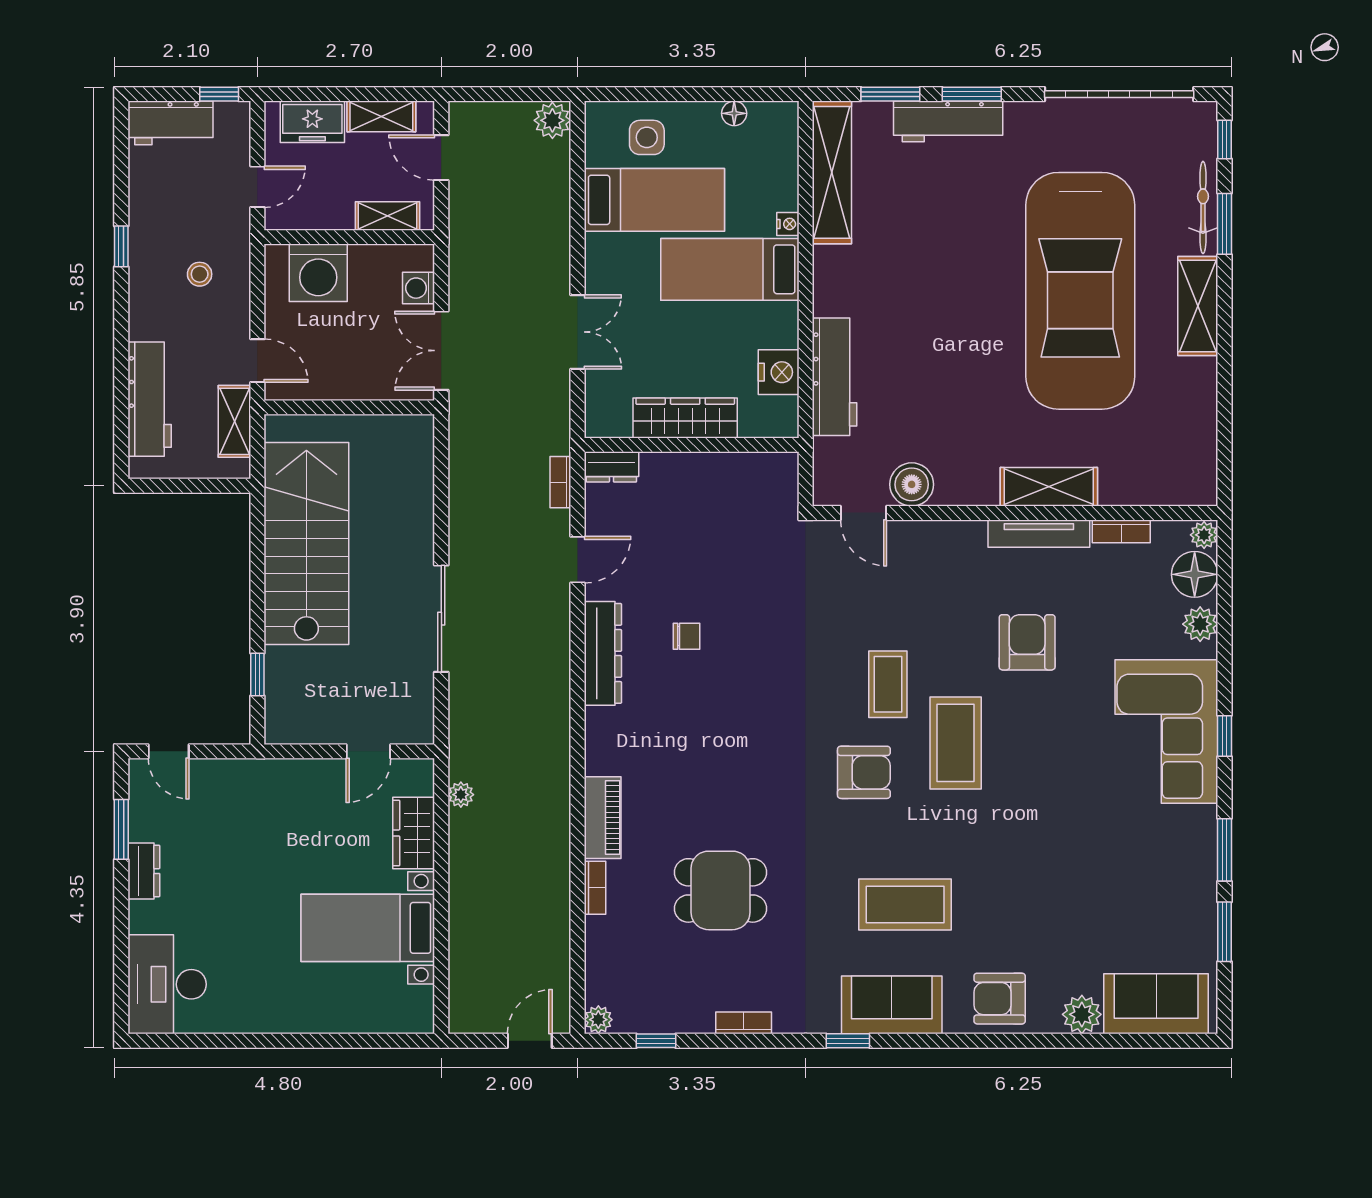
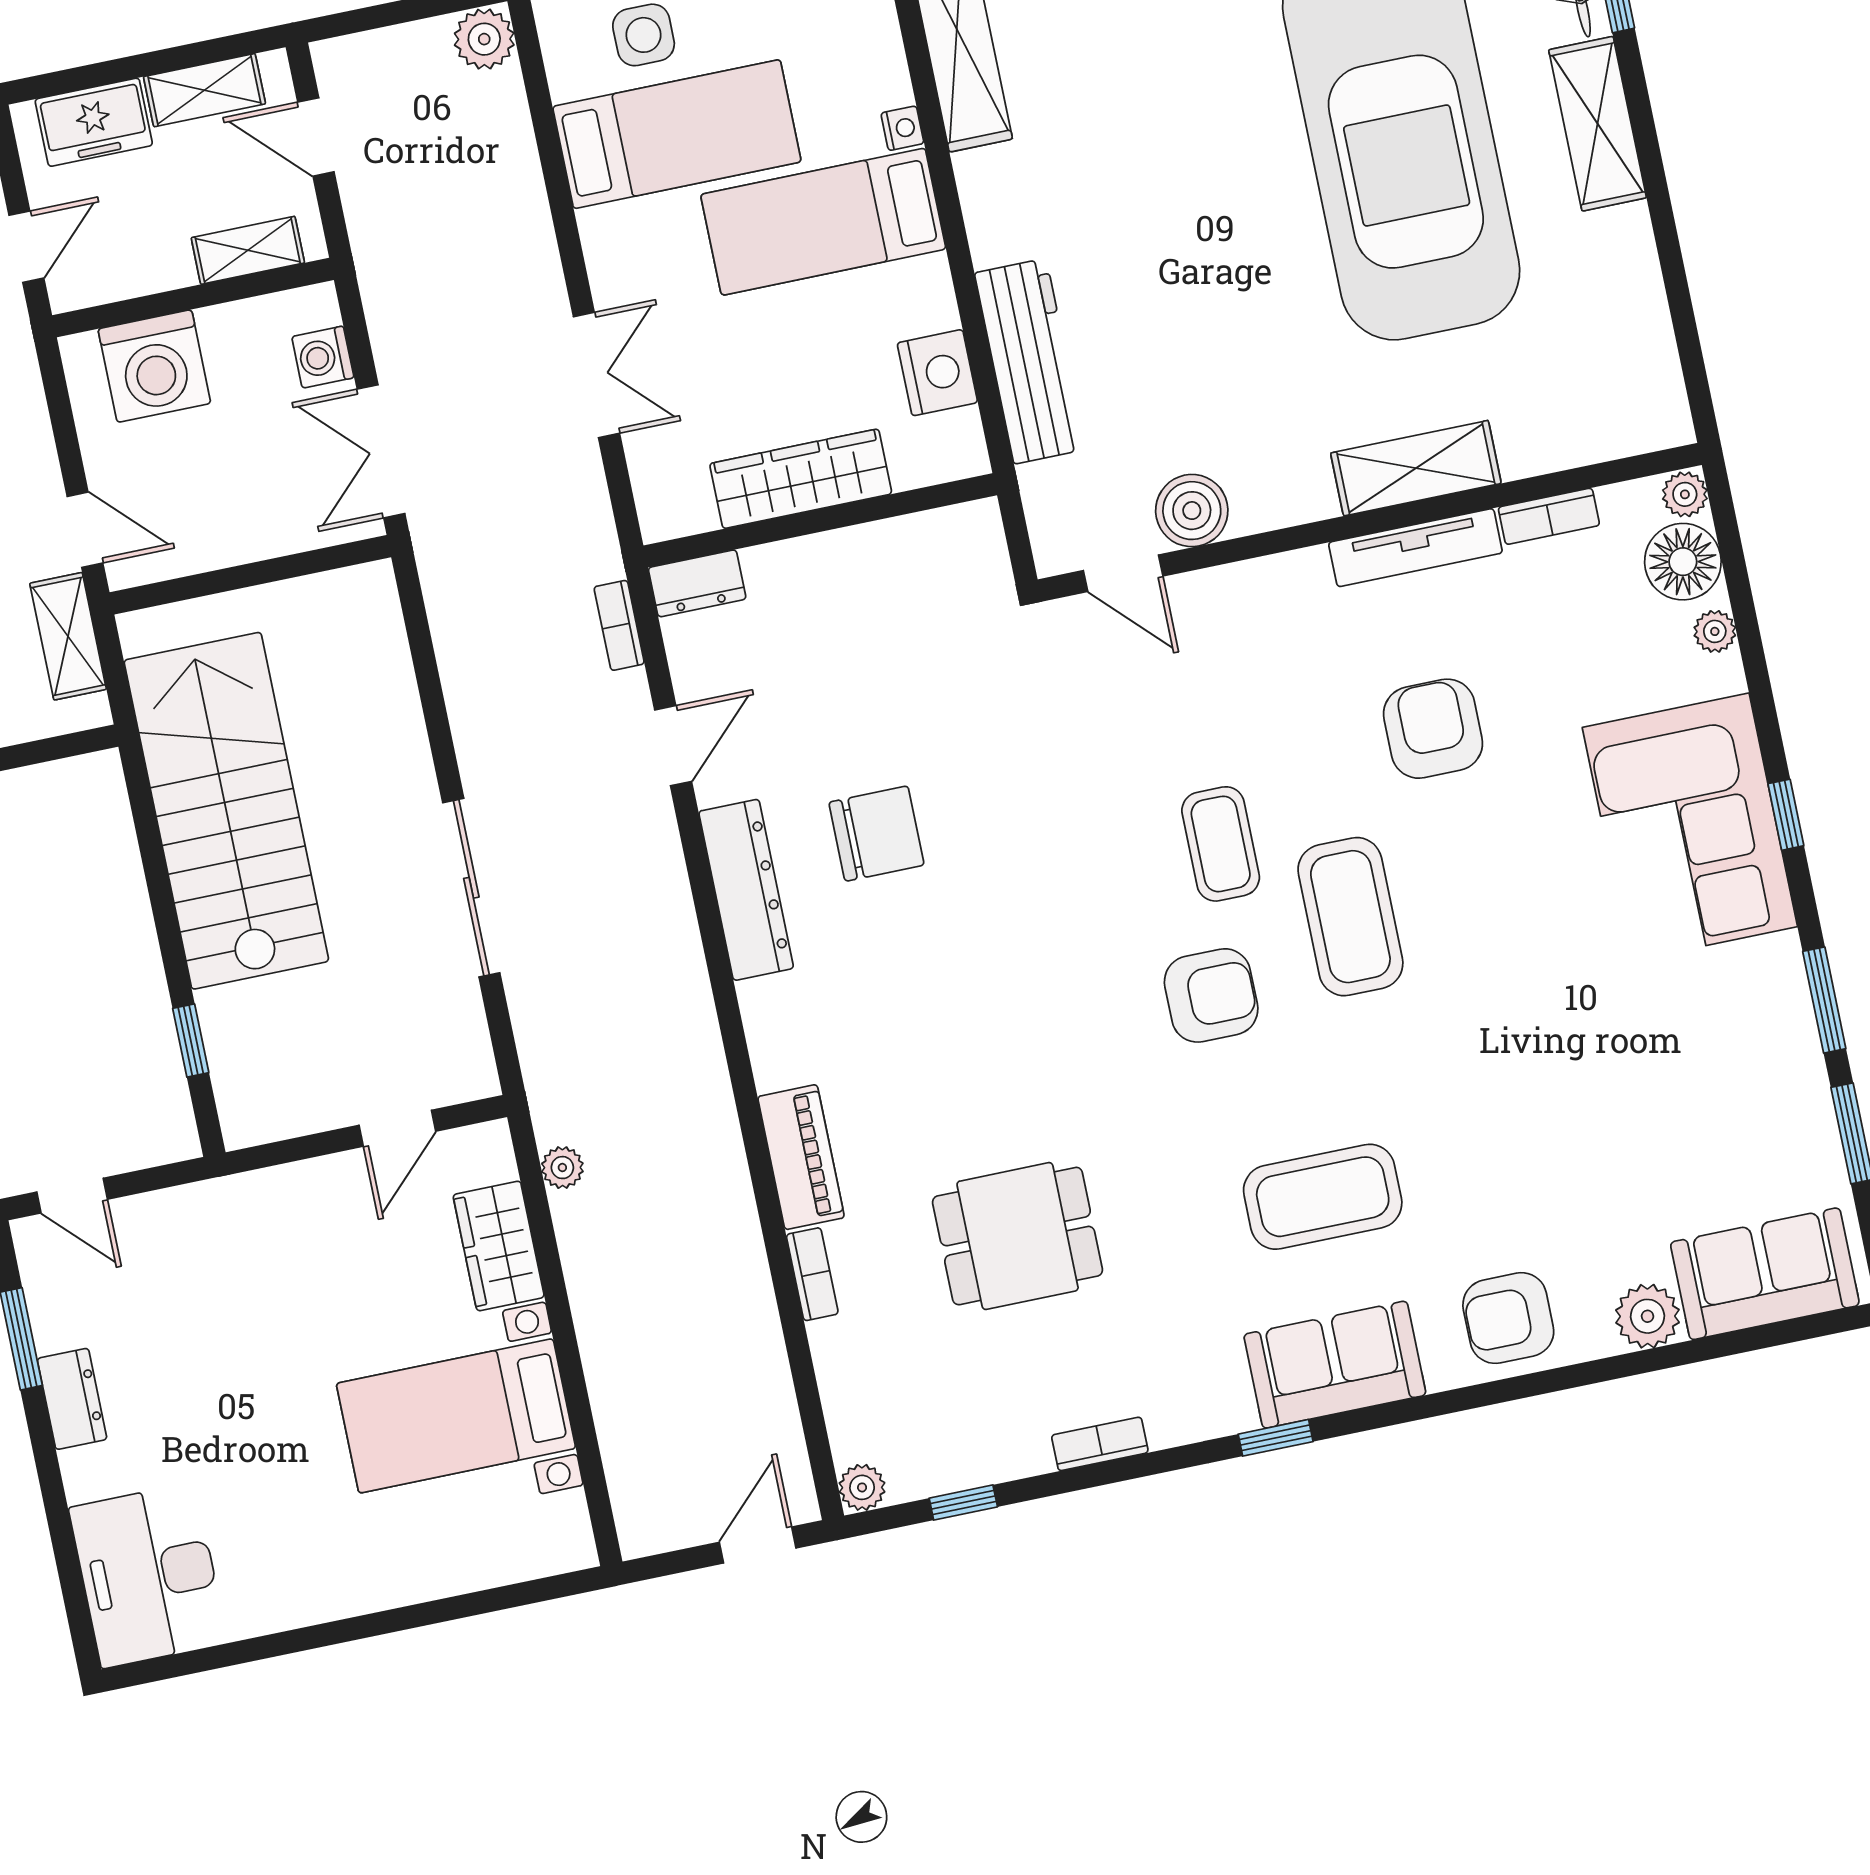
plant: (1200, 624) -> (1715, 631), width x0.73, depth x0.73
chair: (687, 636) -> (876, 834), width x1.87, depth x1.87

